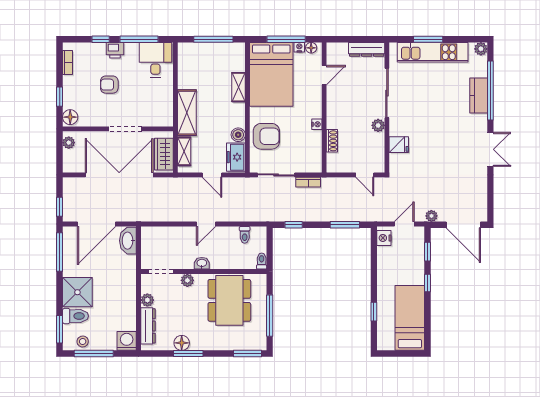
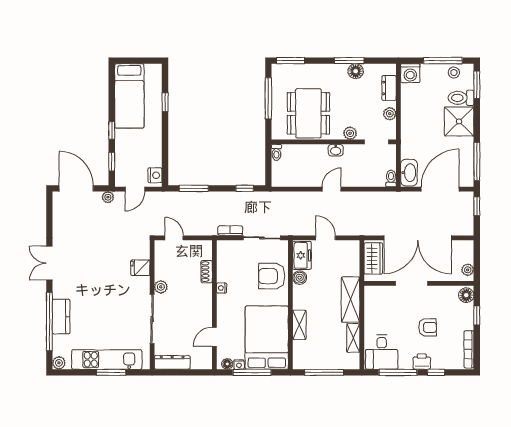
bookcase: (67, 62) -> (469, 349), width x1.56
shelving: (184, 151) -> (353, 338), moved
toilet: (245, 235) -> (391, 178), moved
dresser: (148, 326) -> (389, 88), width x0.70

